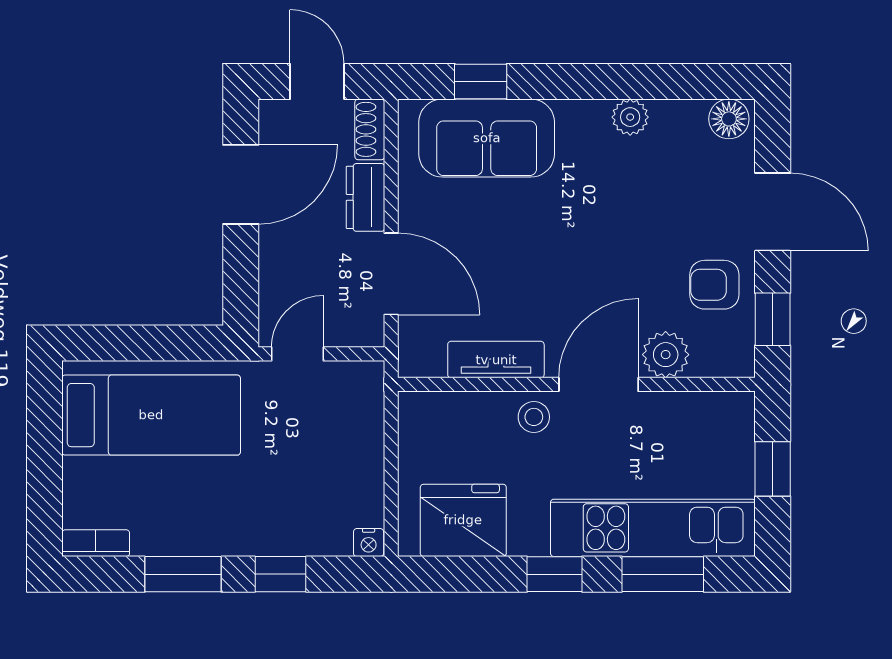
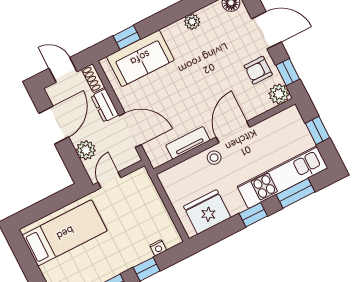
plant: (281, 268) -> (86, 150), added
plant: (666, 355) -> (279, 94), moved
nightstand: (369, 543) -> (158, 248), moved

